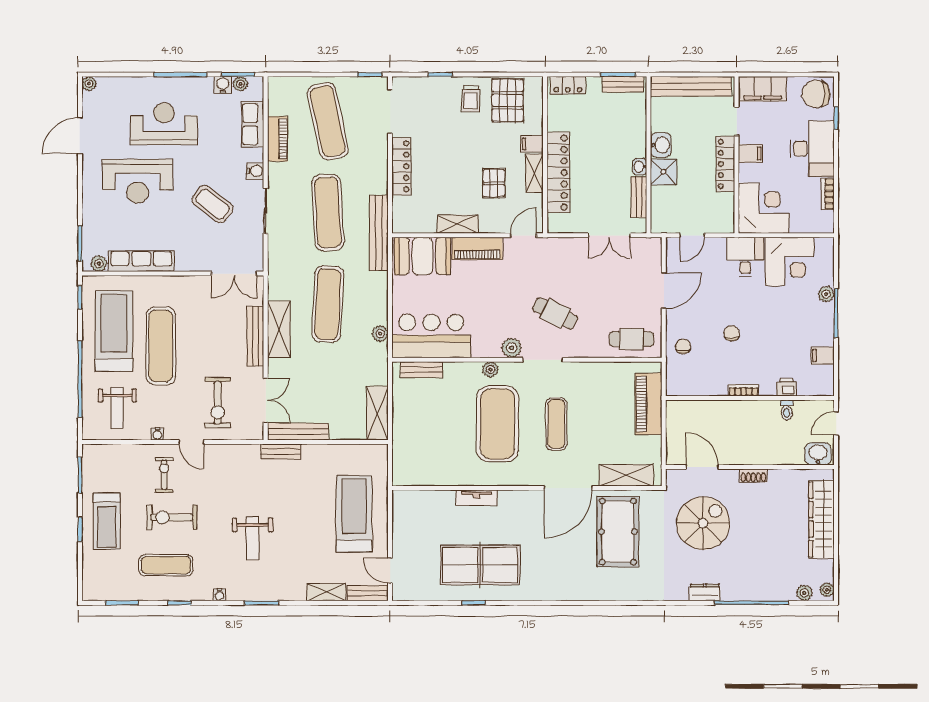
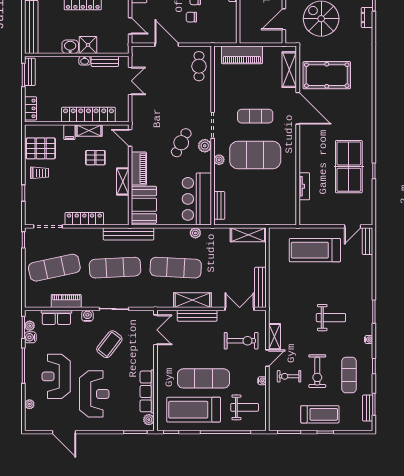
plant: (89, 84) -> (29, 404), moved
cafe table: (555, 313) -> (181, 143), moved
chair: (683, 346) -> (191, 17), moved
bench: (281, 451) -> (368, 408), moved
tv unit: (476, 498) -> (304, 186), moved
shelving: (326, 592) -> (274, 337), moved

